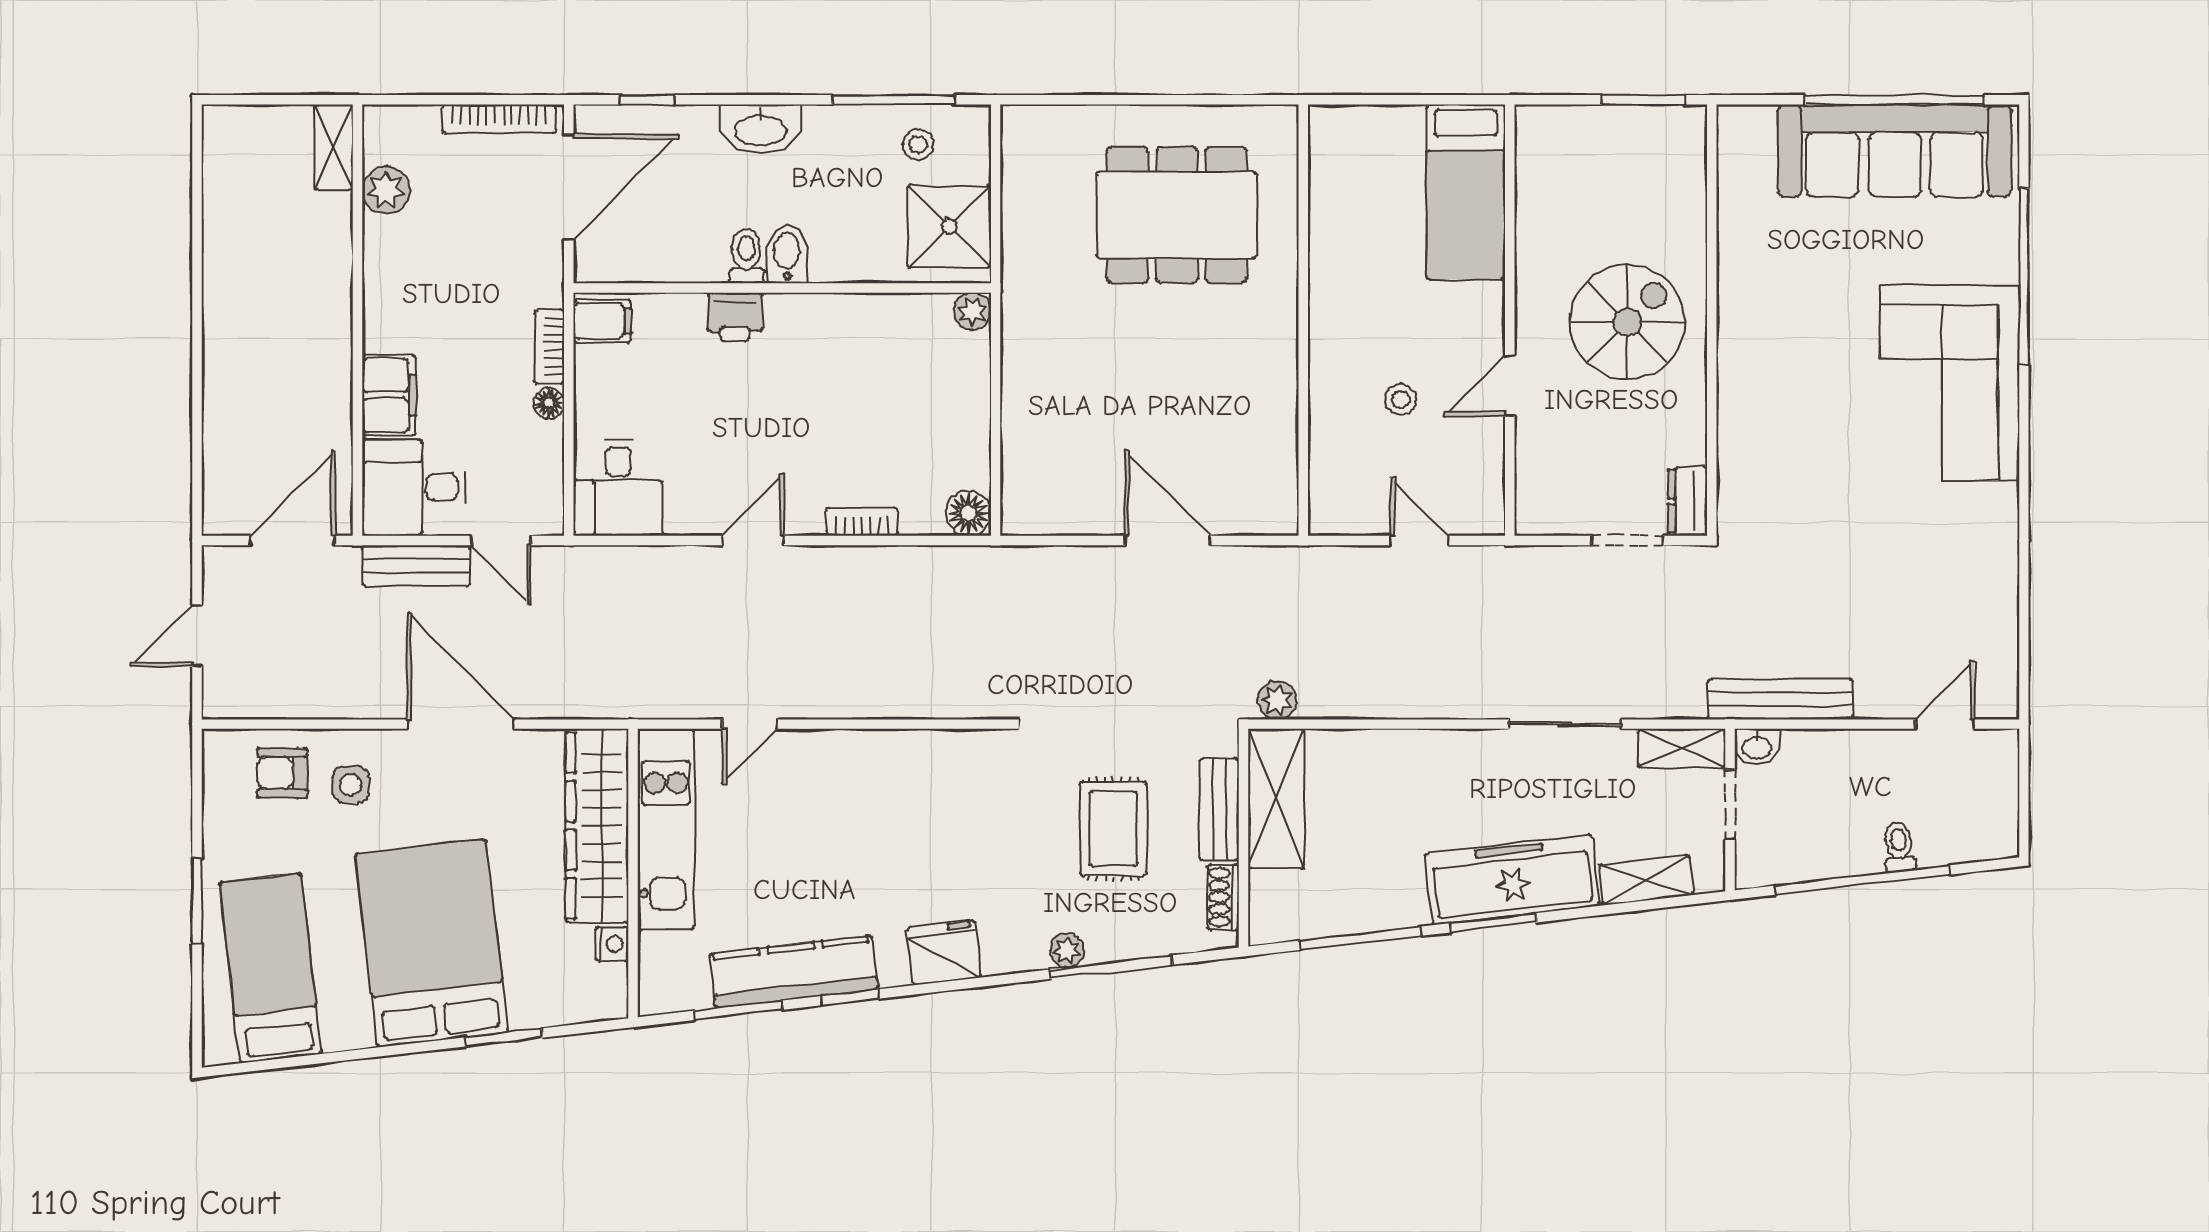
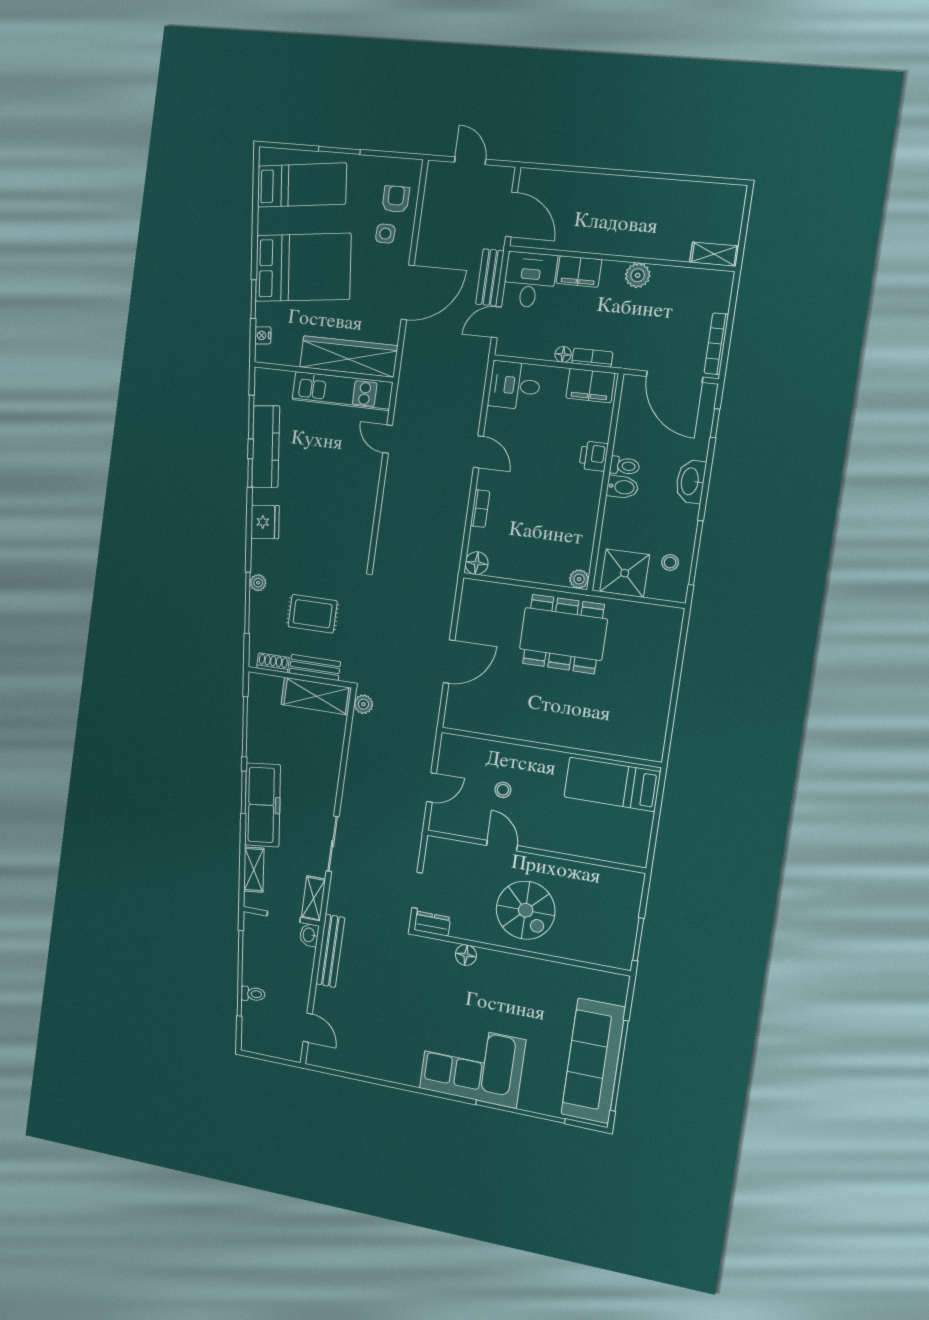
plant: (386, 190) -> (638, 275), moved
bed: (1466, 192) -> (612, 784), moved
dining table: (1177, 215) -> (563, 634), moved, turned 90
filing cabinet: (602, 321) -> (590, 386), width x2.00
floor lamp: (1737, 426) -> (466, 955), added
nightstand: (612, 944) -> (263, 335), moved, turned 83

